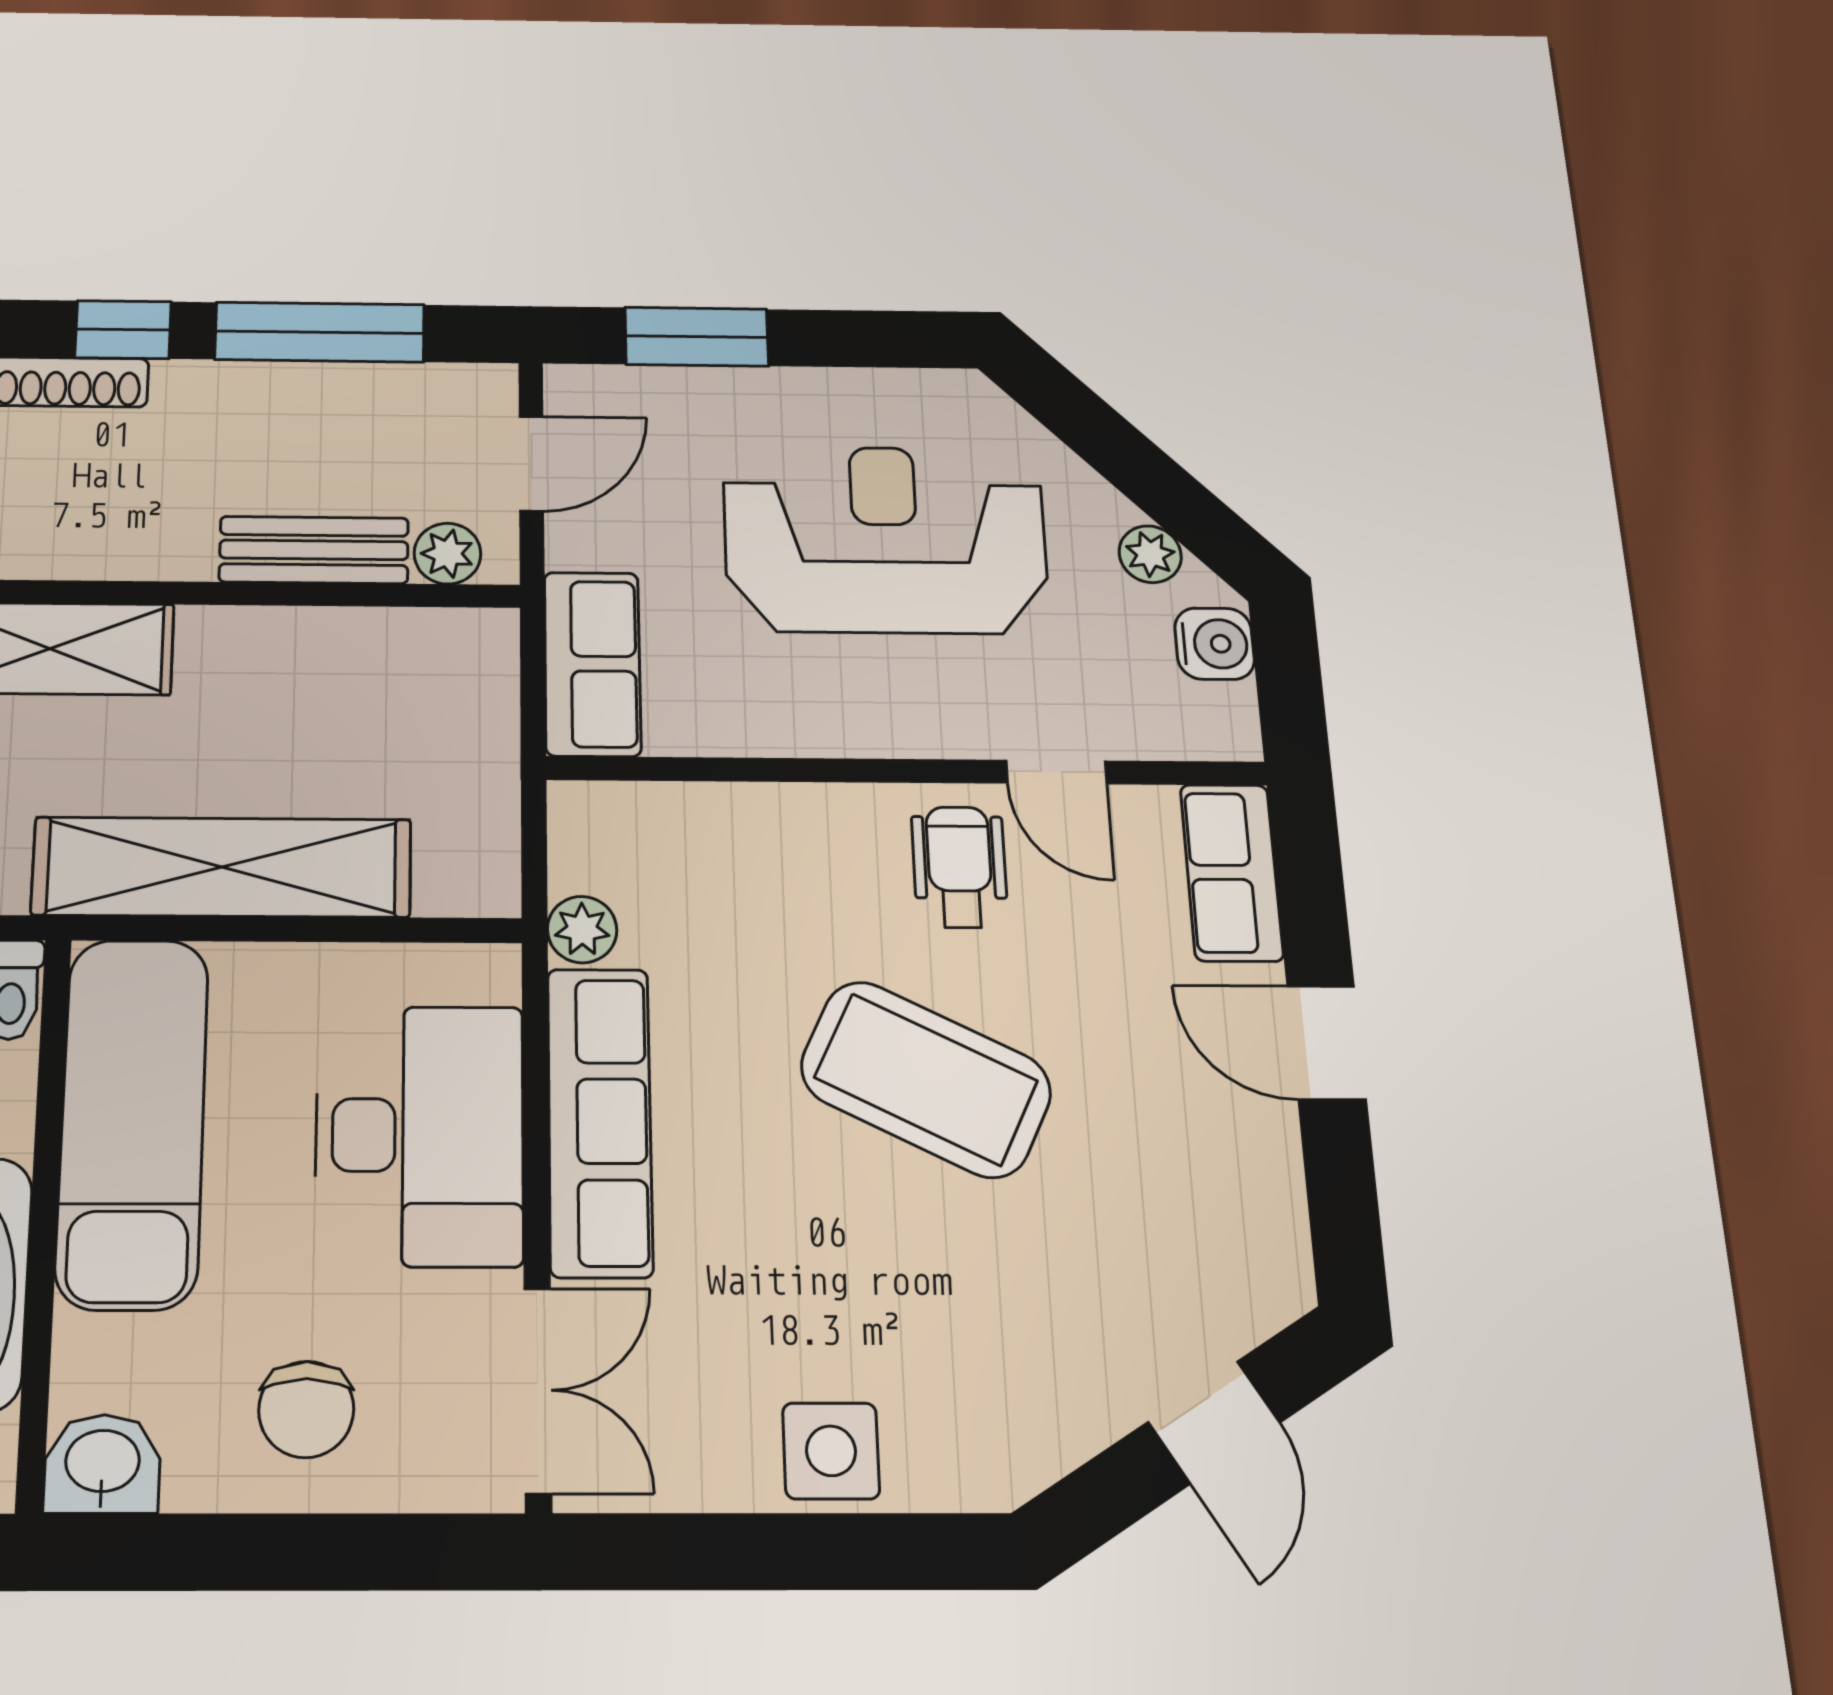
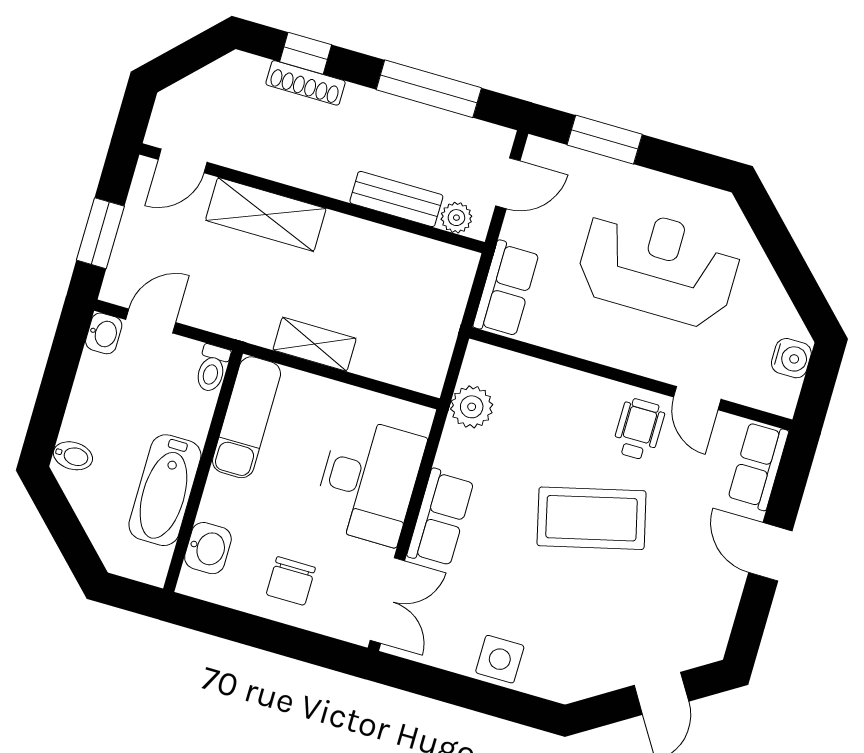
window: (123, 330) -> (306, 53), moved
plant: (1150, 554) -> (778, 307), removed
shelving: (222, 867) -> (315, 344), width x0.45, depth x0.75
plant: (582, 930) -> (472, 407), width x1.38, depth x1.38
coffee table: (926, 1079) -> (592, 518), turned -40
row of seats: (600, 1121) -> (440, 518), width x0.68
exam couch: (133, 1122) -> (247, 417), width x0.73, depth x0.69
washbasin: (102, 1464) -> (208, 548), moved, turned 90

